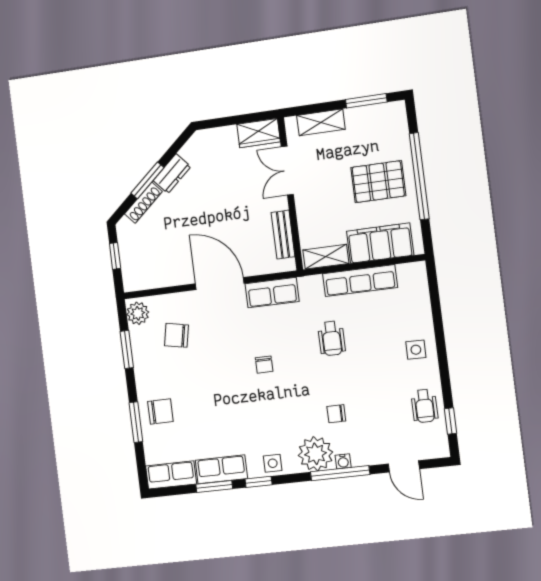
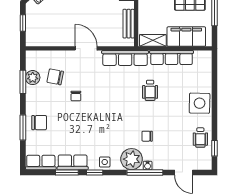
door: (220, 284) -> (86, 48), width x0.73
row of seats: (272, 293) -> (125, 58), width x1.48
plant: (138, 313) -> (33, 78), moved
side table: (416, 350) -> (200, 103), width x1.87, depth x1.87
chair: (264, 365) -> (76, 96), moved

